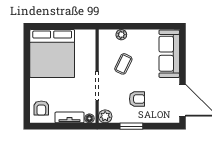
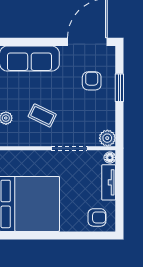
armchair: (137, 99) -> (92, 81), moved
window: (131, 126) -> (119, 88), moved

